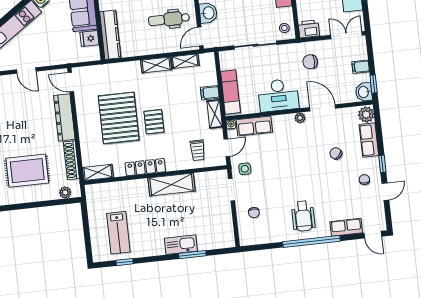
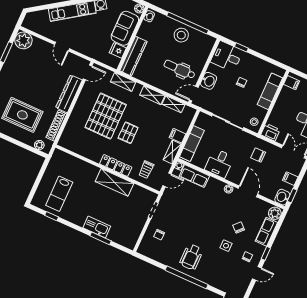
door: (71, 82) -> (88, 72), swing flipped
desk: (278, 95) -> (219, 163), width x0.73
locker: (145, 167) -> (116, 165), moved
side table: (245, 169) -> (226, 246), moved
shelving: (98, 172) -> (123, 82), moved
row of seats: (346, 227) -> (216, 282), removed

